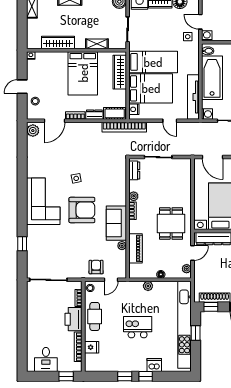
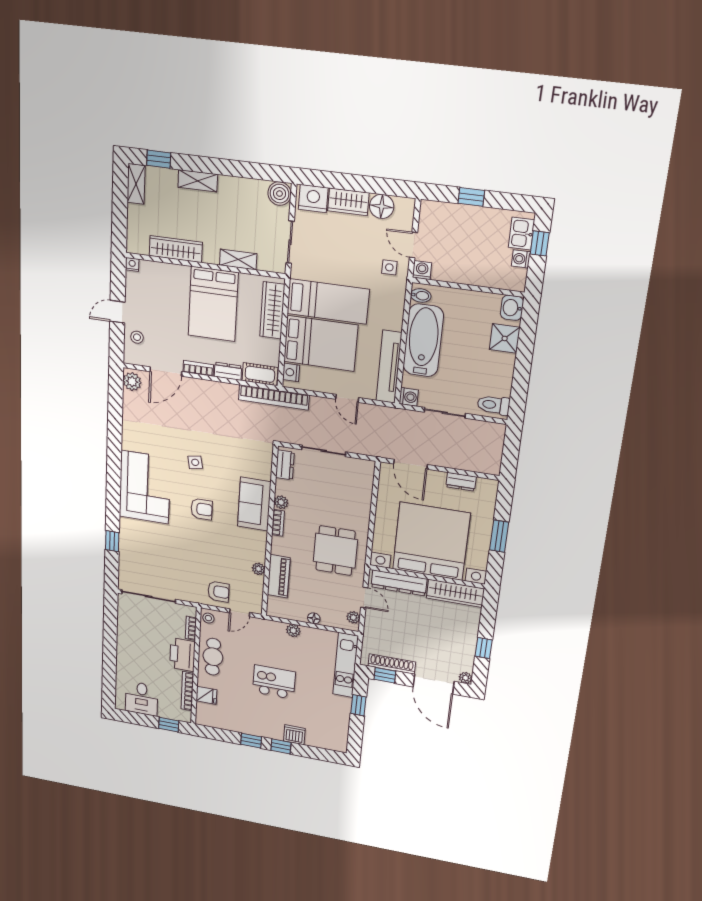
armchair: (82, 210) -> (202, 509), width x0.53, depth x0.53
sofa: (116, 223) -> (254, 504), moved
door: (192, 253) -> (364, 597), hinge flipped
armchair: (96, 267) -> (218, 592), turned 90
kitchen unit: (184, 325) -> (345, 665), width x0.54

